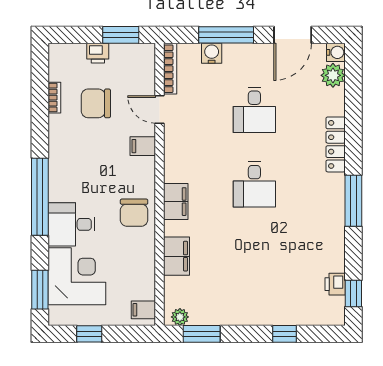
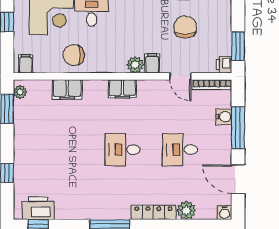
printer: (98, 53) -> (224, 65), moved
plant: (333, 75) -> (186, 210), moved
door: (160, 109) -> (180, 76), swing flipped
plant: (145, 168) -> (135, 65), added
filing cabinet: (176, 202) -> (122, 89), moved
chair: (134, 213) -> (74, 55), moved
printer: (335, 284) -> (38, 208), width x1.87, depth x1.48

